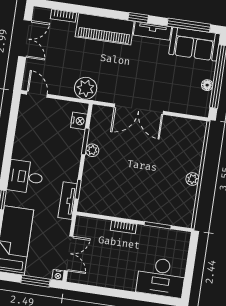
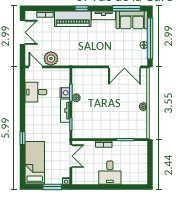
window: (138, 18) -> (82, 8), moved
plant: (86, 88) -> (51, 59), moved
double door: (139, 109) -> (124, 67), moved
nightstand: (79, 121) -> (65, 93), moved
desk: (25, 177) -> (36, 92), moved
tv unit: (67, 201) -> (65, 111), moved
double door: (69, 253) -> (71, 156), moved
desk: (161, 277) -> (110, 173), moved, width x0.73

